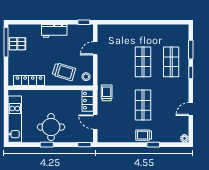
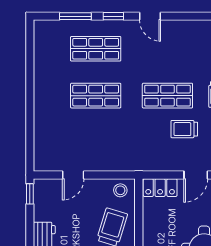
door: (95, 48) -> (73, 175), hinge flipped
trolley: (107, 93) -> (184, 129), moved
door: (191, 109) -> (150, 16), moved

